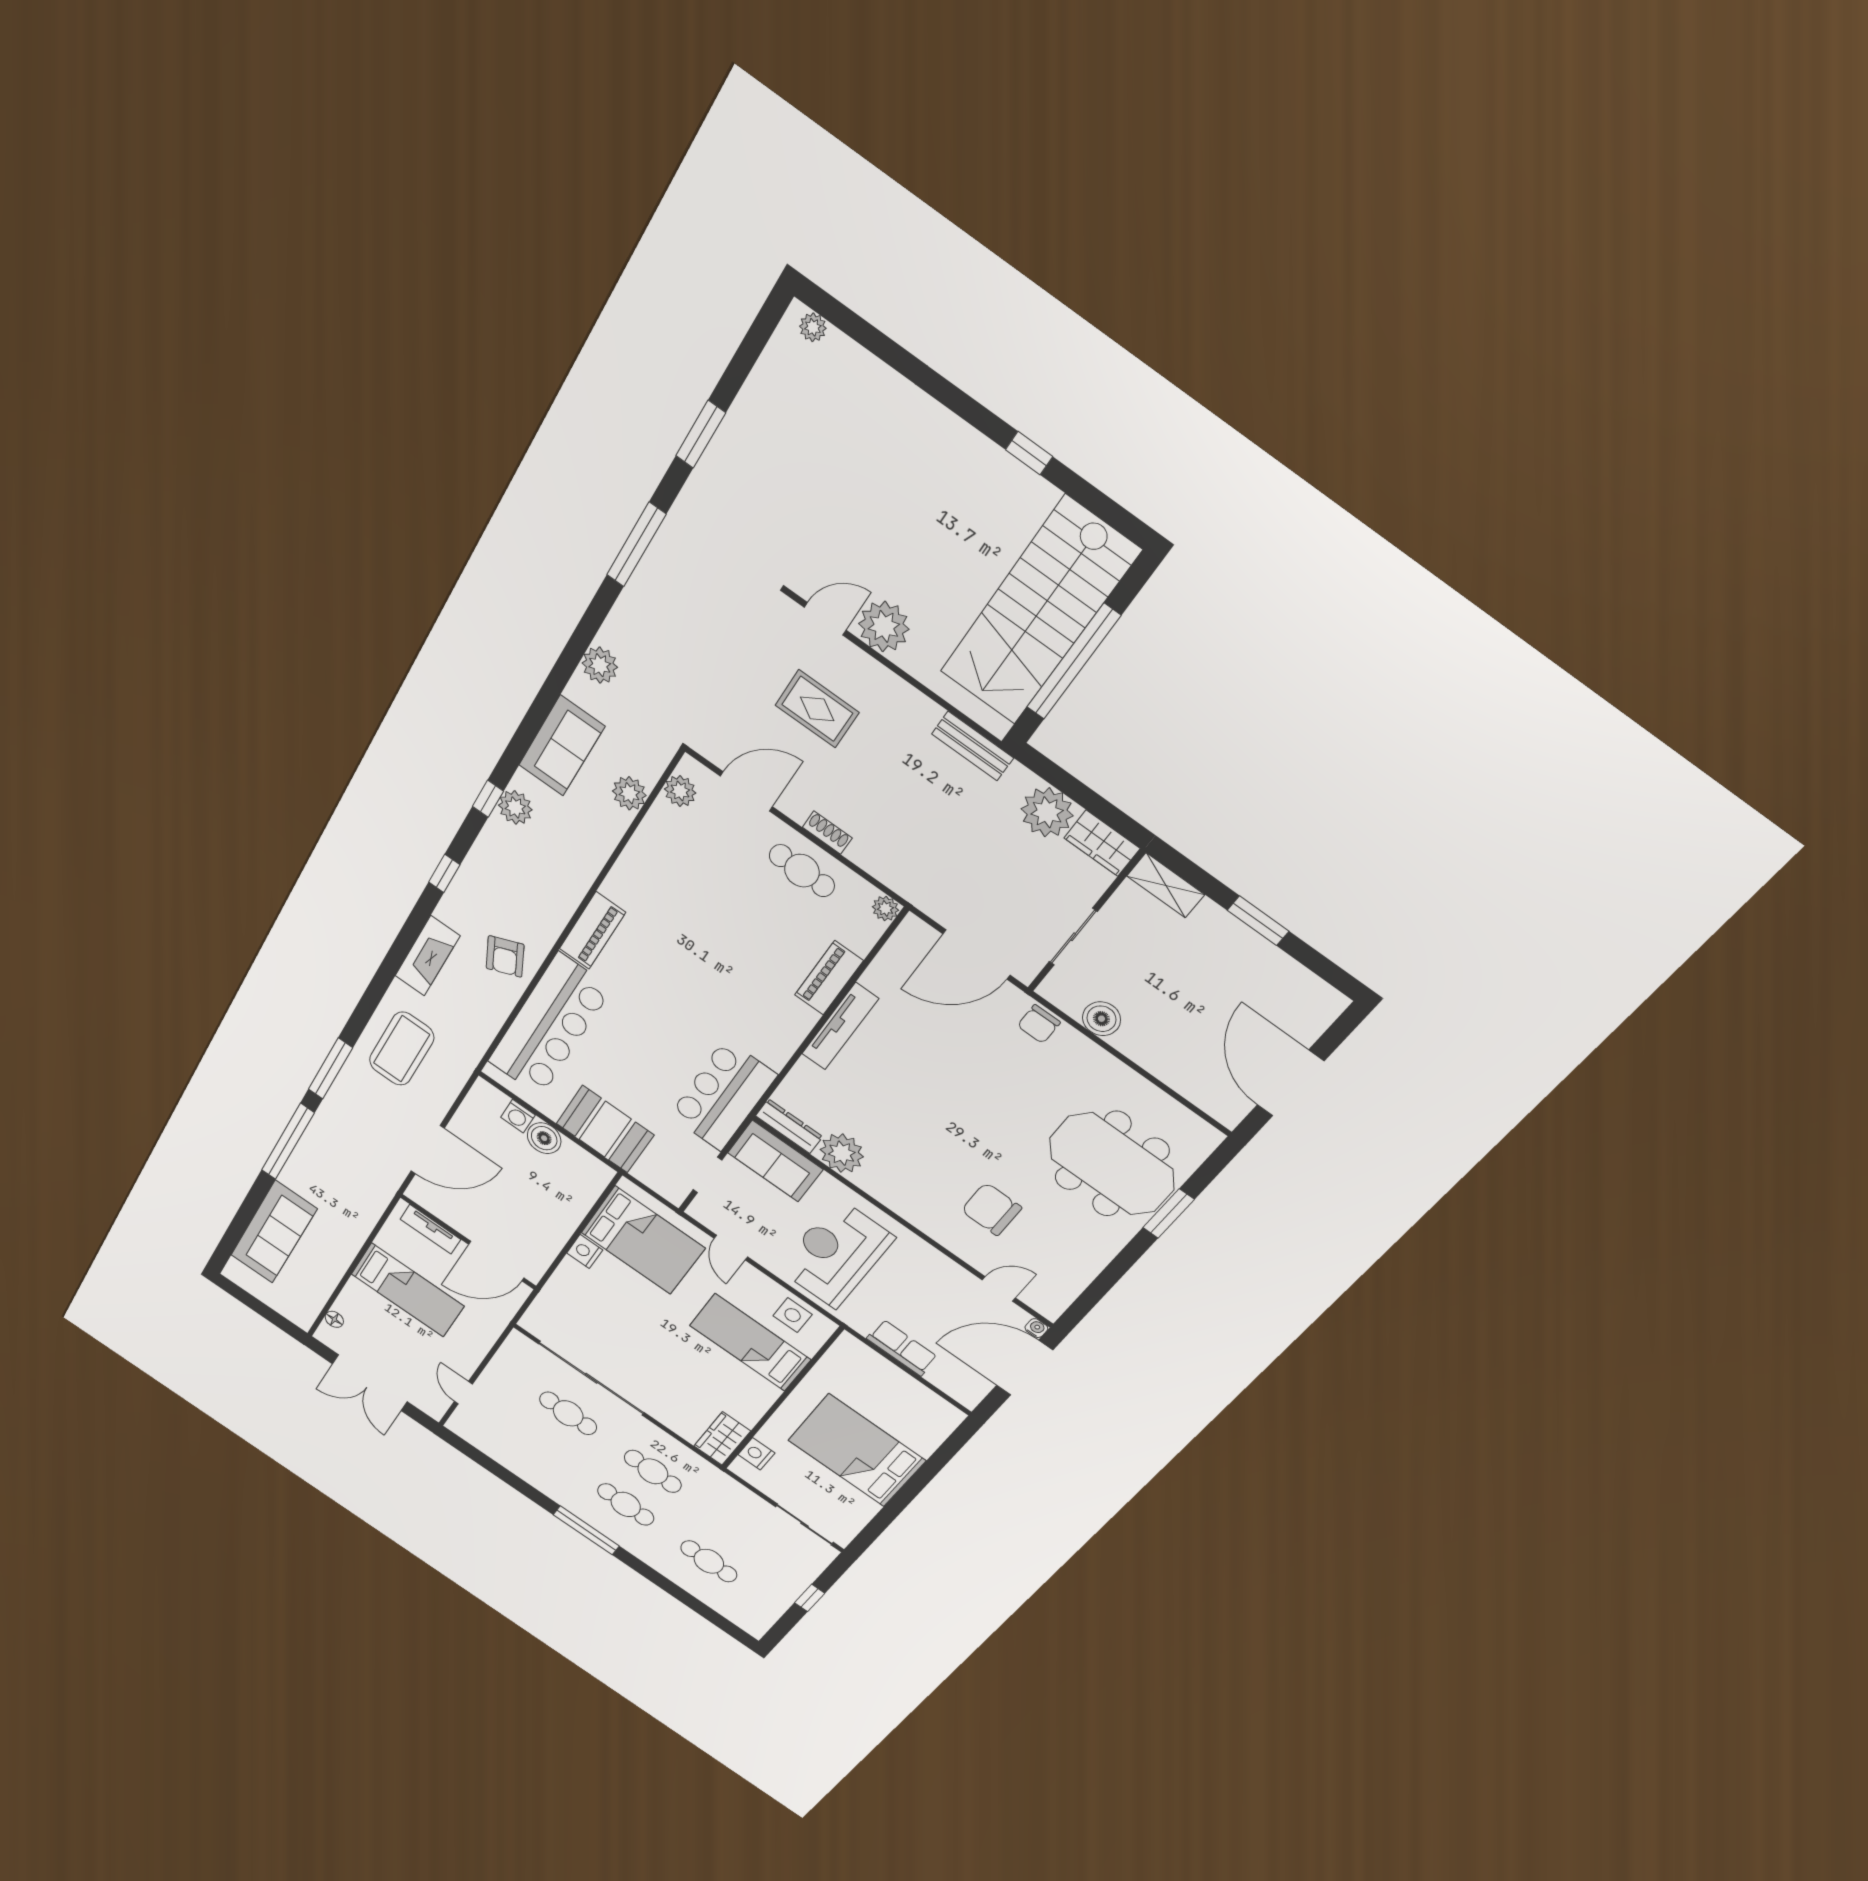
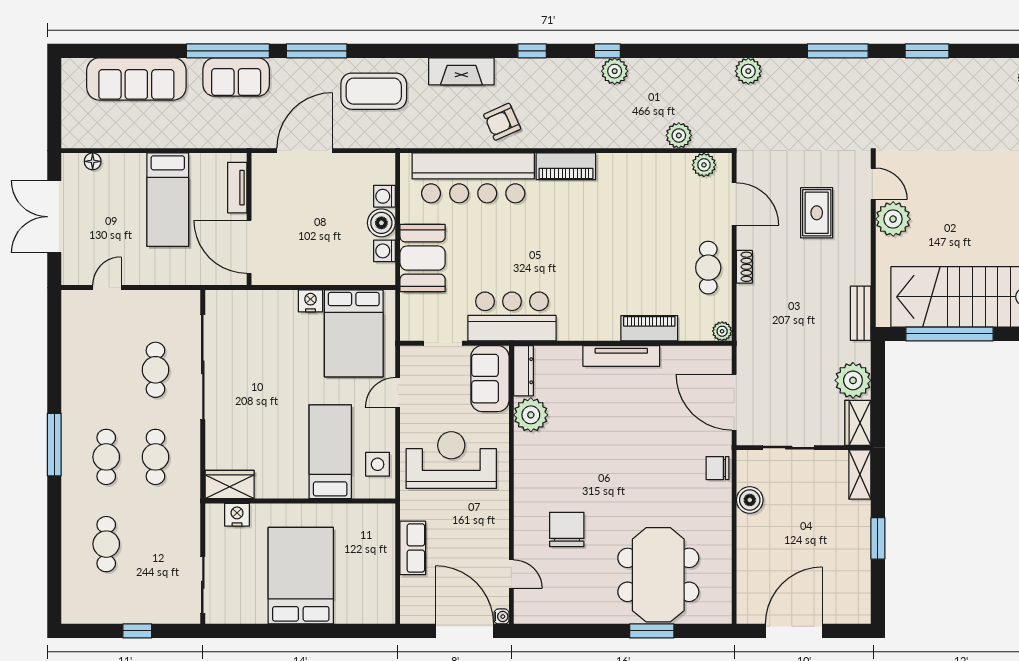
sofa: (562, 746) -> (236, 77), moved
door: (428, 1150) -> (305, 151), swing flipped
washing machine: (575, 1156) -> (385, 251), added

